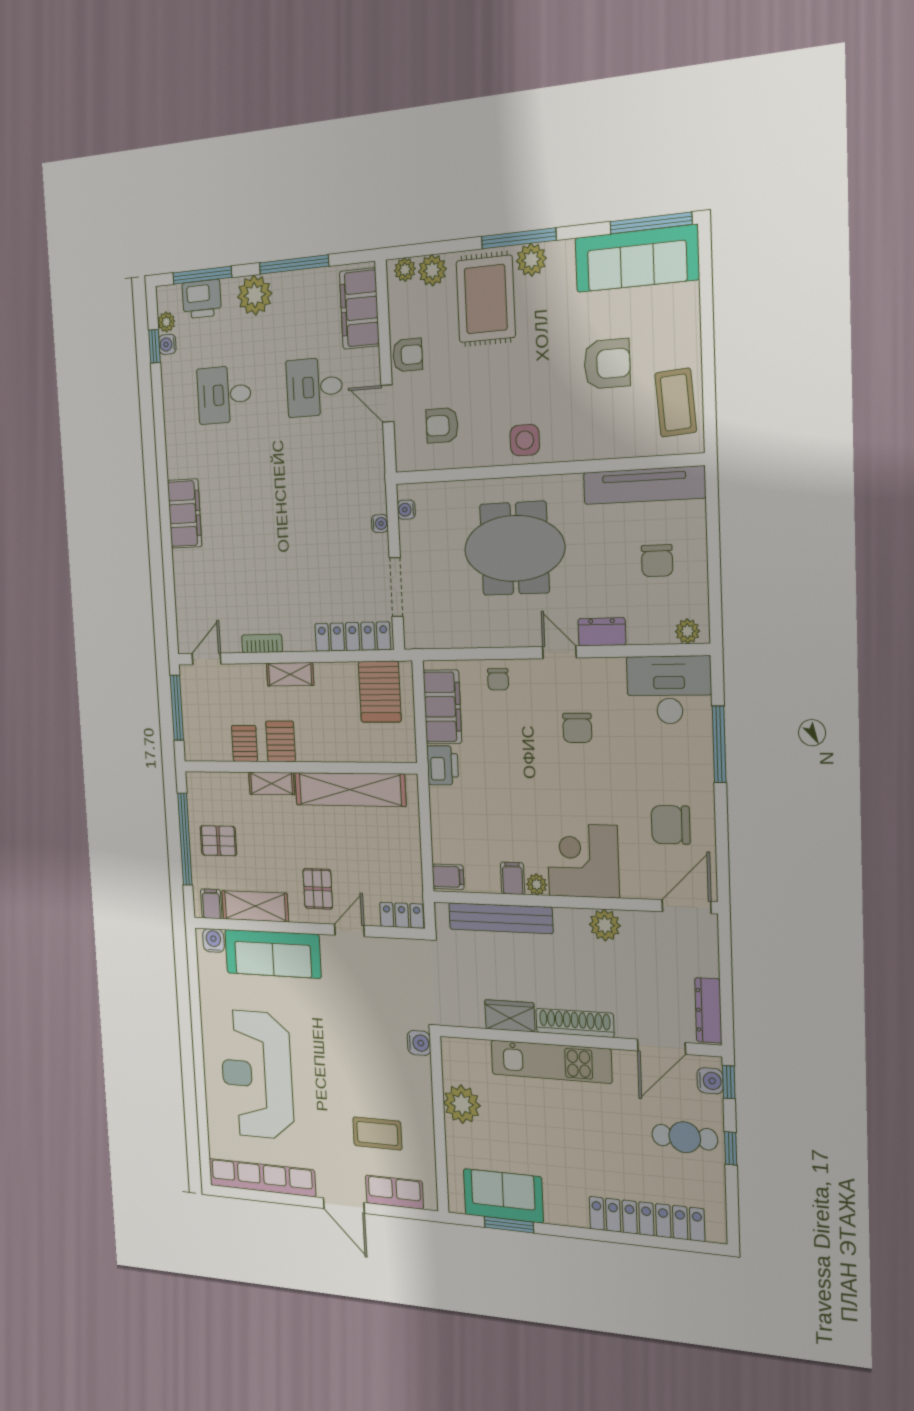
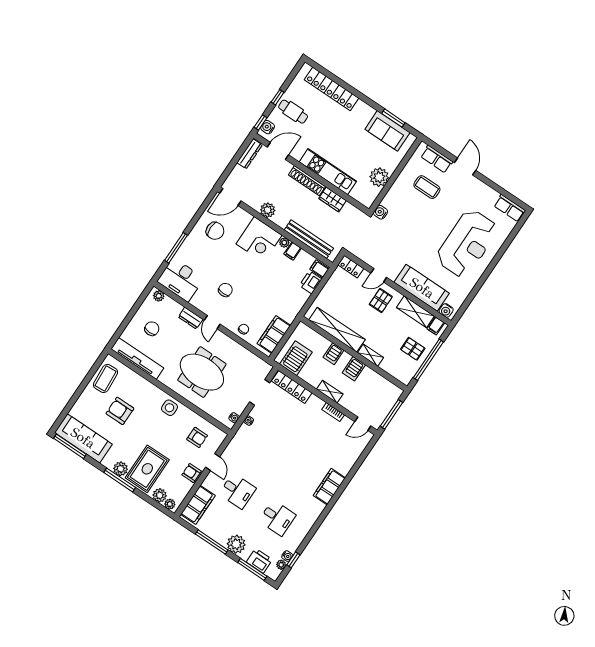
server rack: (244, 744) -> (333, 354), moved
printer: (443, 765) -> (311, 282), moved
row of seats: (262, 1178) -> (510, 208), width x0.50

